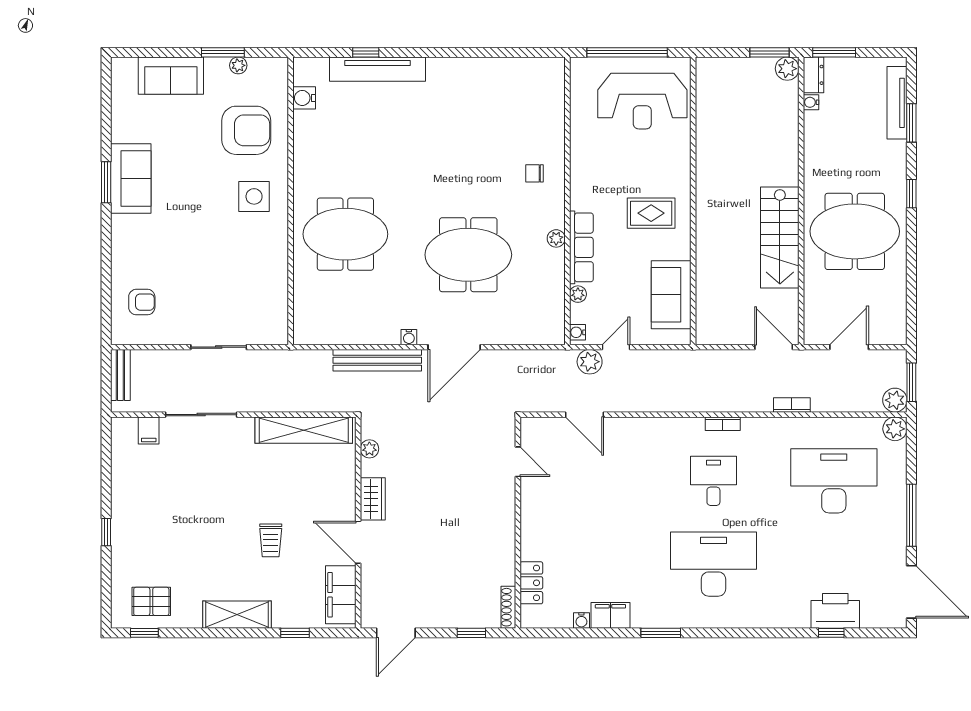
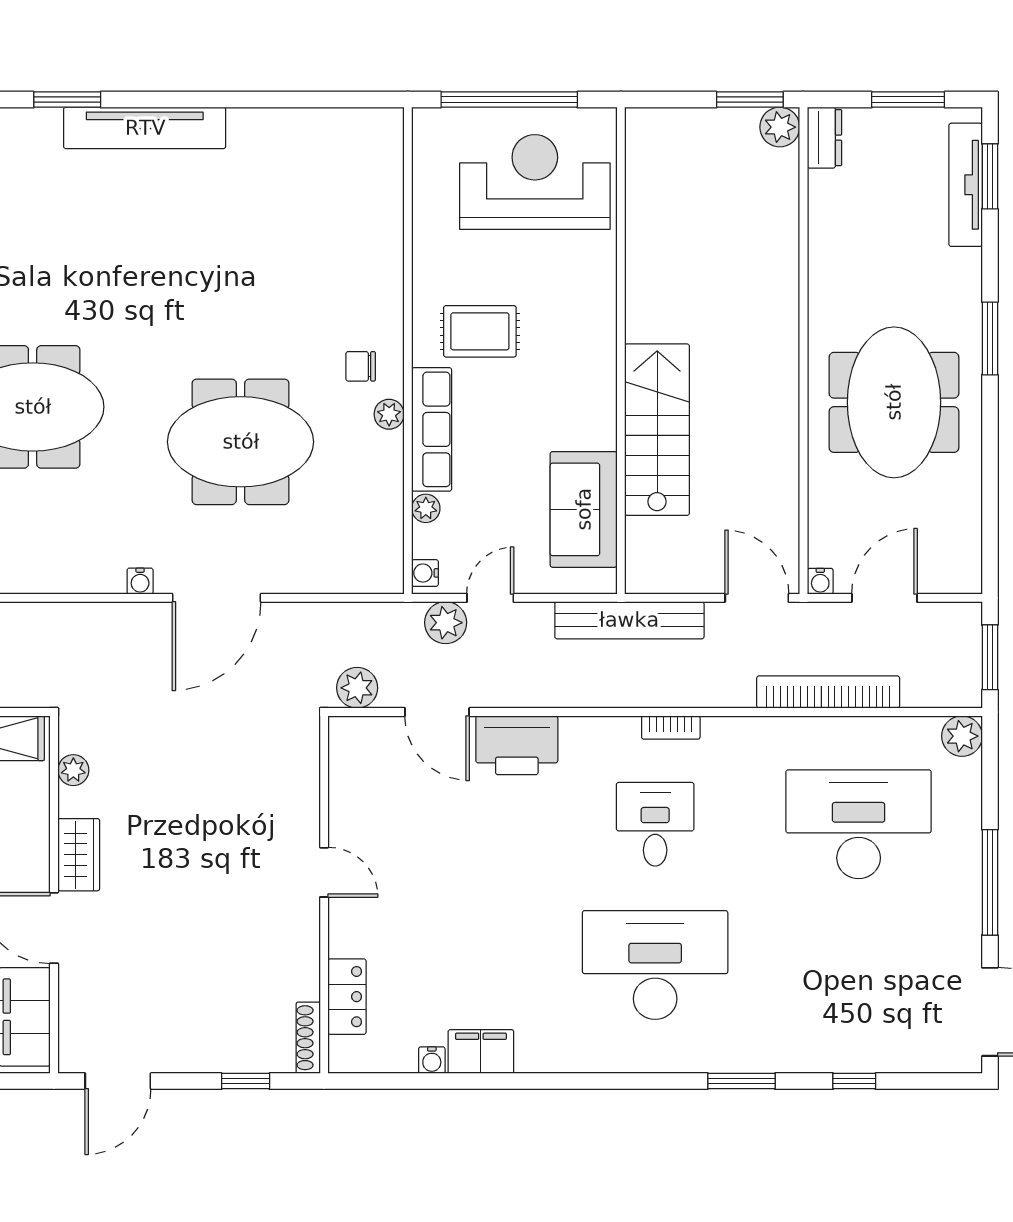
window: (366, 52) -> (67, 100), width x1.50
window: (834, 52) -> (908, 100), moved
tv unit: (378, 69) -> (145, 128), moved
reception desk: (642, 101) -> (535, 182), turned 180
water cooler: (811, 102) -> (820, 581), moved, turned -90
window: (911, 123) -> (990, 176), moved
chair: (534, 173) -> (361, 366), moved
window: (911, 194) -> (990, 338), width x1.50
rug: (651, 213) -> (480, 331), moved
meeting table: (855, 231) -> (894, 402), turned 90
stairs: (780, 238) -> (657, 430), moved, turned 180
bench: (377, 360) -> (629, 620), moved
plant: (895, 400) -> (357, 688), moved
bookcase: (792, 405) -> (828, 692), width x2.31, depth x1.31
door: (518, 462) -> (324, 872), moved
printer: (835, 611) -> (517, 745), moved, turned 180
window: (661, 633) -> (741, 1081), moved

